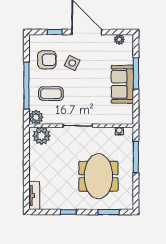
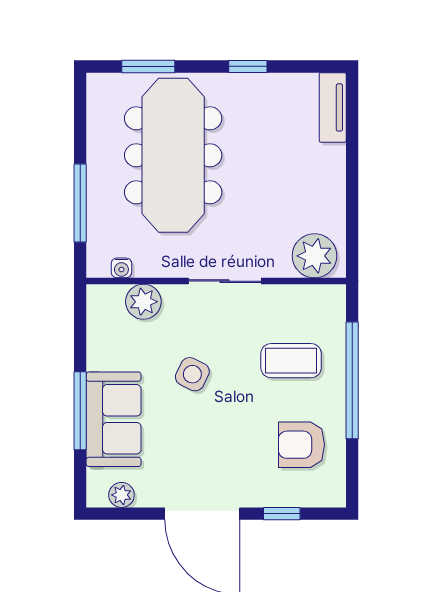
side table: (72, 63) -> (192, 374), moved
sofa: (122, 84) -> (114, 419), moved
plant: (36, 117) -> (143, 302), moved
meeting table: (98, 176) -> (173, 155), width x1.36

